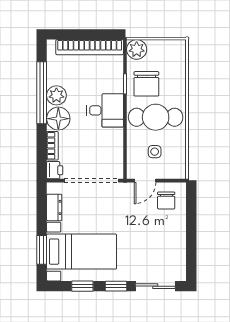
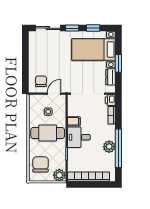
chair: (146, 84) -> (41, 164), moved
floor lamp: (58, 119) -> (108, 132), removed
filing cabinet: (113, 136) -> (74, 121), added
window: (42, 250) -> (118, 63), moved

